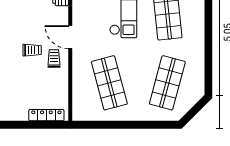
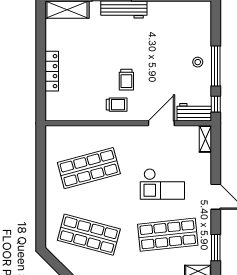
door: (70, 37) -> (161, 123), moved
locker: (46, 115) -> (52, 71), moved

